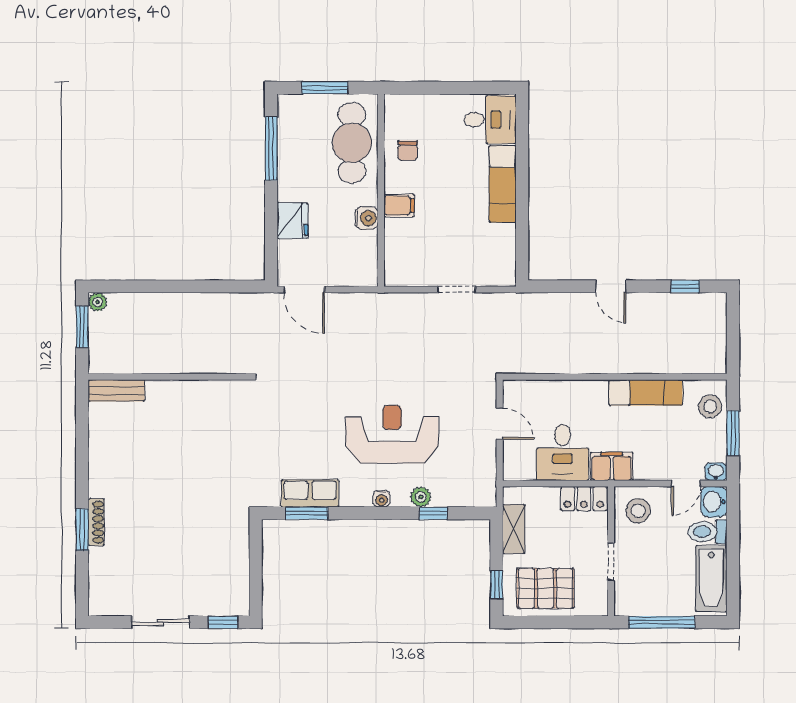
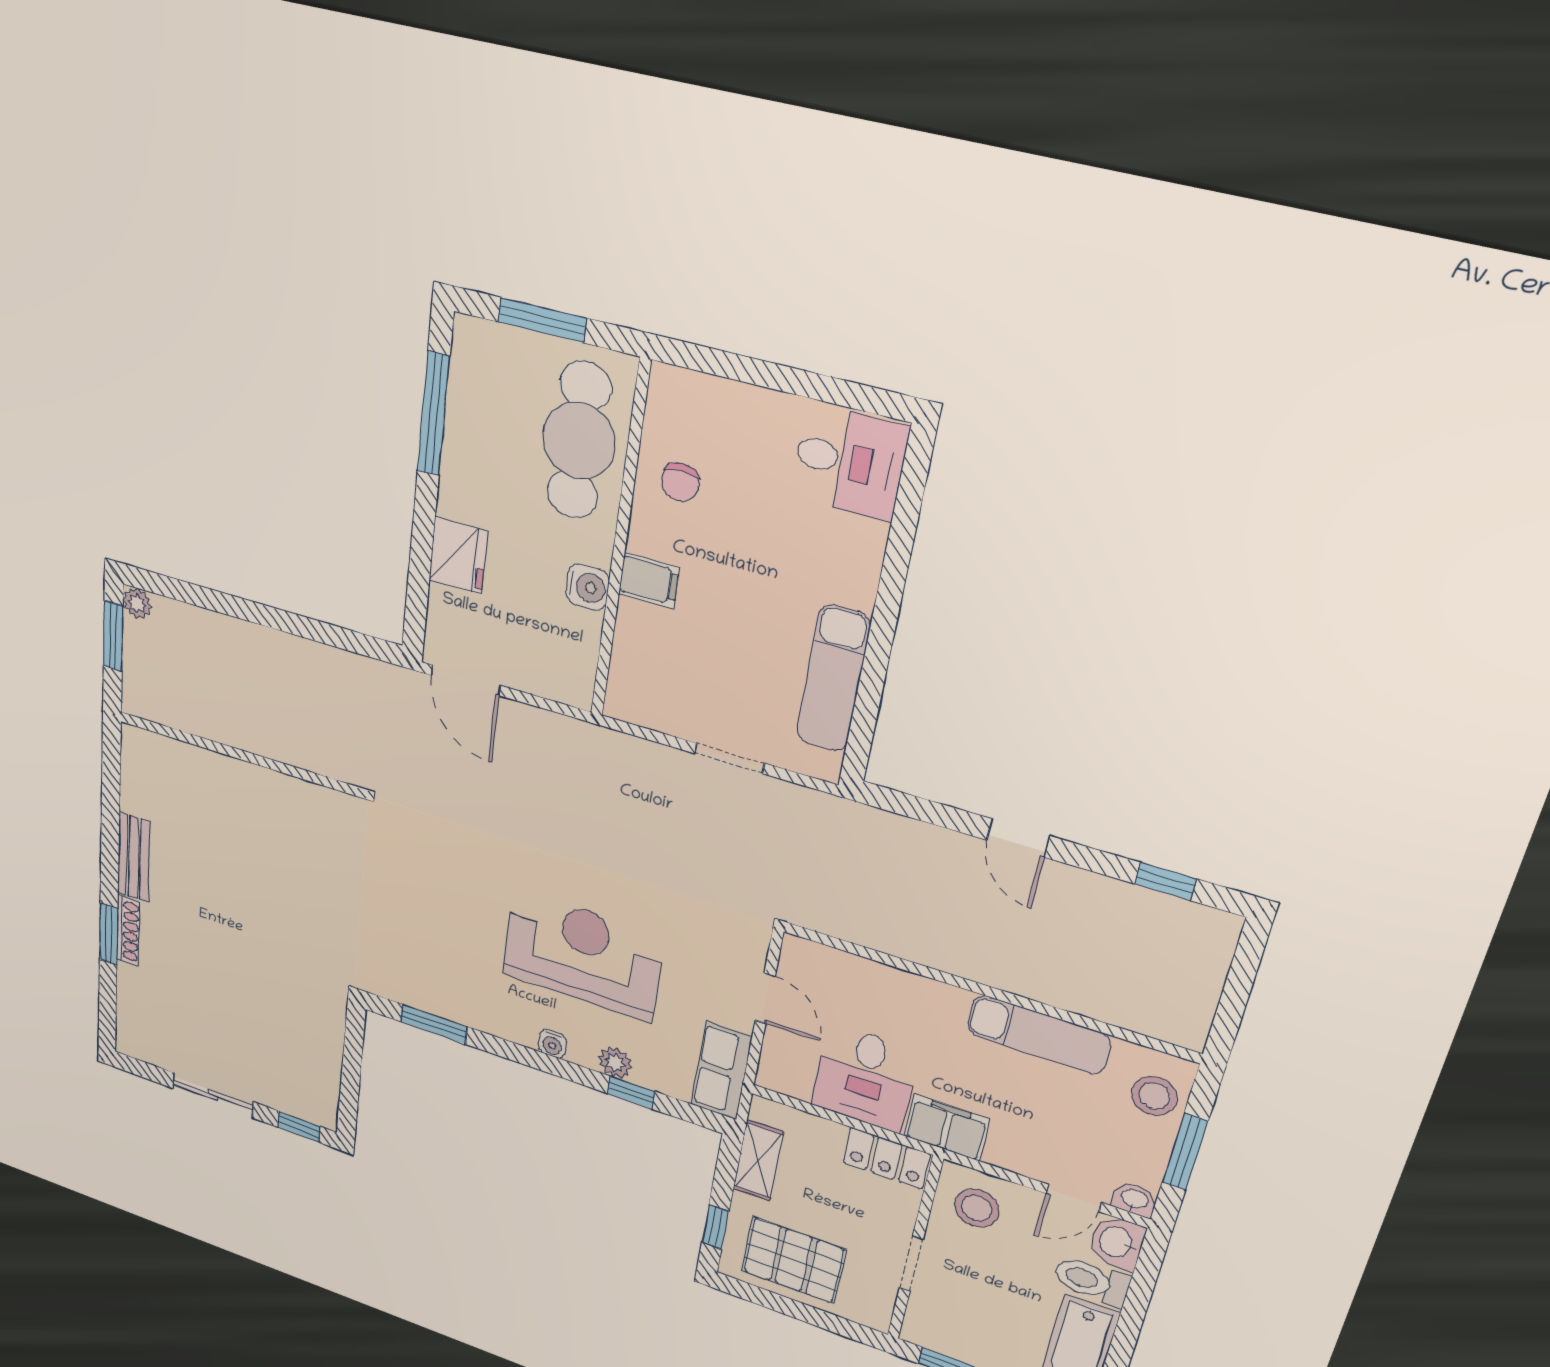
exam couch: (503, 184) -> (833, 679), moved
bench: (116, 391) -> (134, 857), moved, turned 90
row of seats: (310, 493) -> (721, 1071), moved, turned -90

